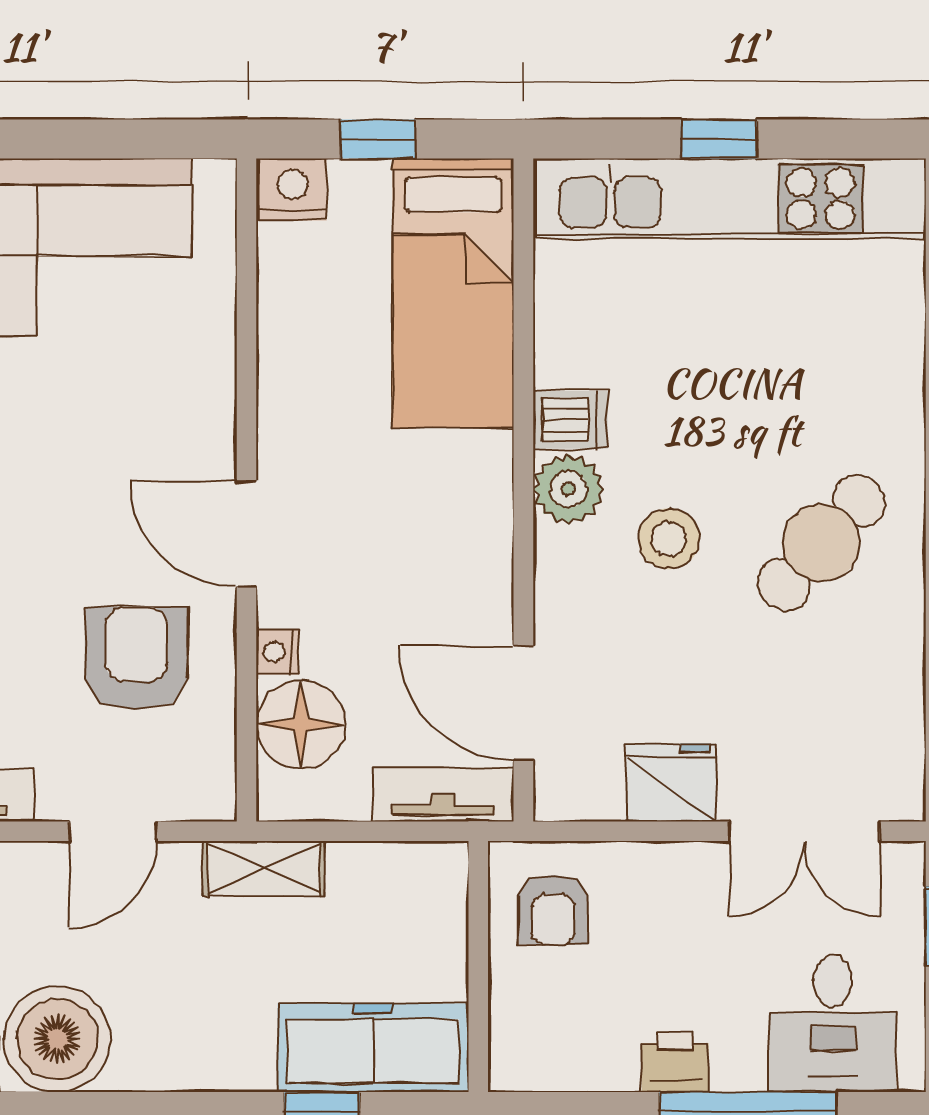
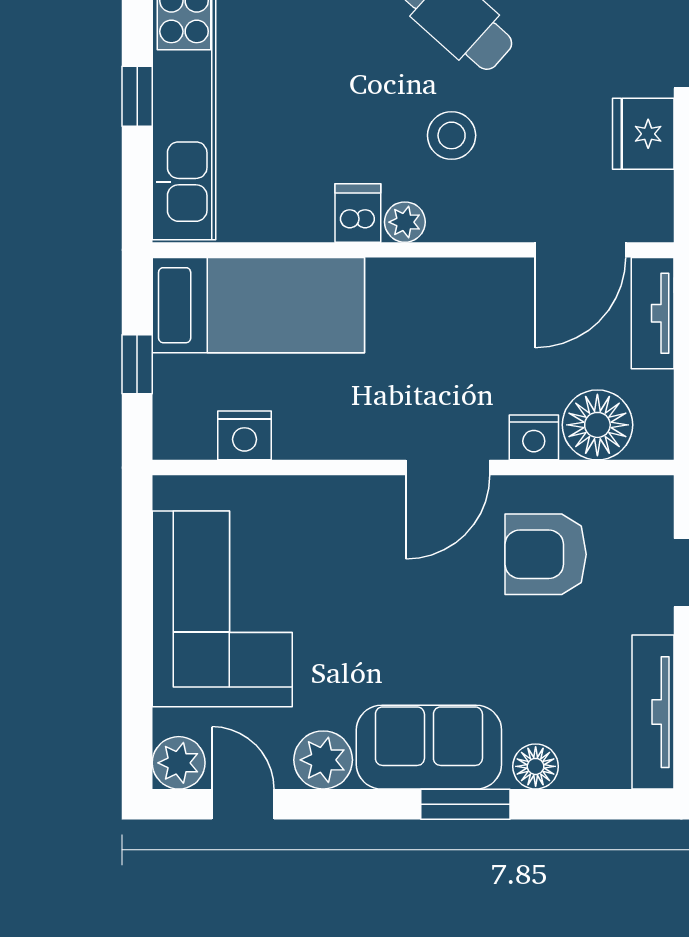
nightstand: (293, 190) -> (245, 435), moved, turned -90
plant: (568, 489) -> (405, 222), width x0.73, depth x0.73
nightstand: (277, 652) -> (534, 437), width x1.39, depth x1.35

